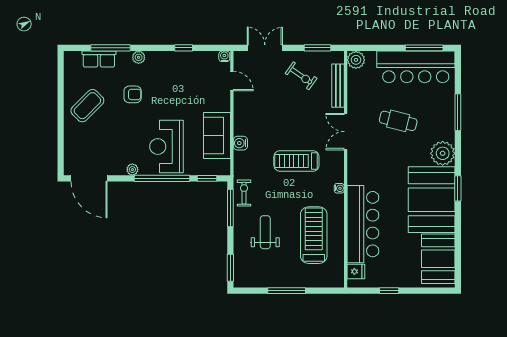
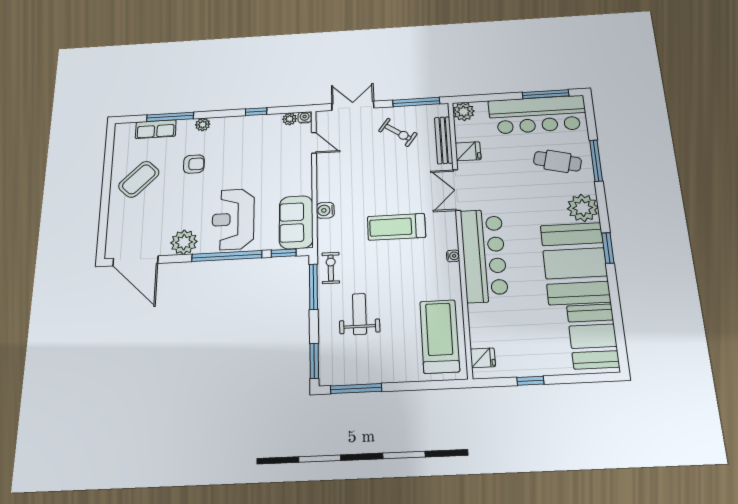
window: (318, 48) -> (416, 102), width x1.44
plant: (212, 57) -> (290, 119), added
fridge: (357, 97) -> (468, 151), added
cafe table: (398, 121) -> (557, 161), moved
sofa: (217, 136) -> (296, 222), moved
plant: (132, 170) -> (184, 242), width x1.88, depth x1.88
bar counter: (363, 224) -> (484, 255), moved
treadmill: (314, 235) -> (440, 336), moved
window: (287, 291) -> (356, 389), moved

